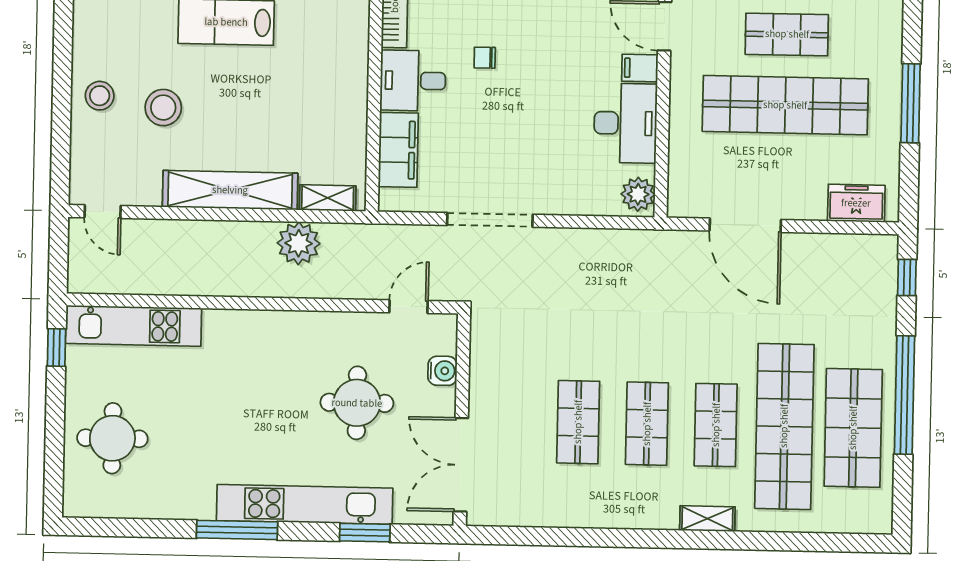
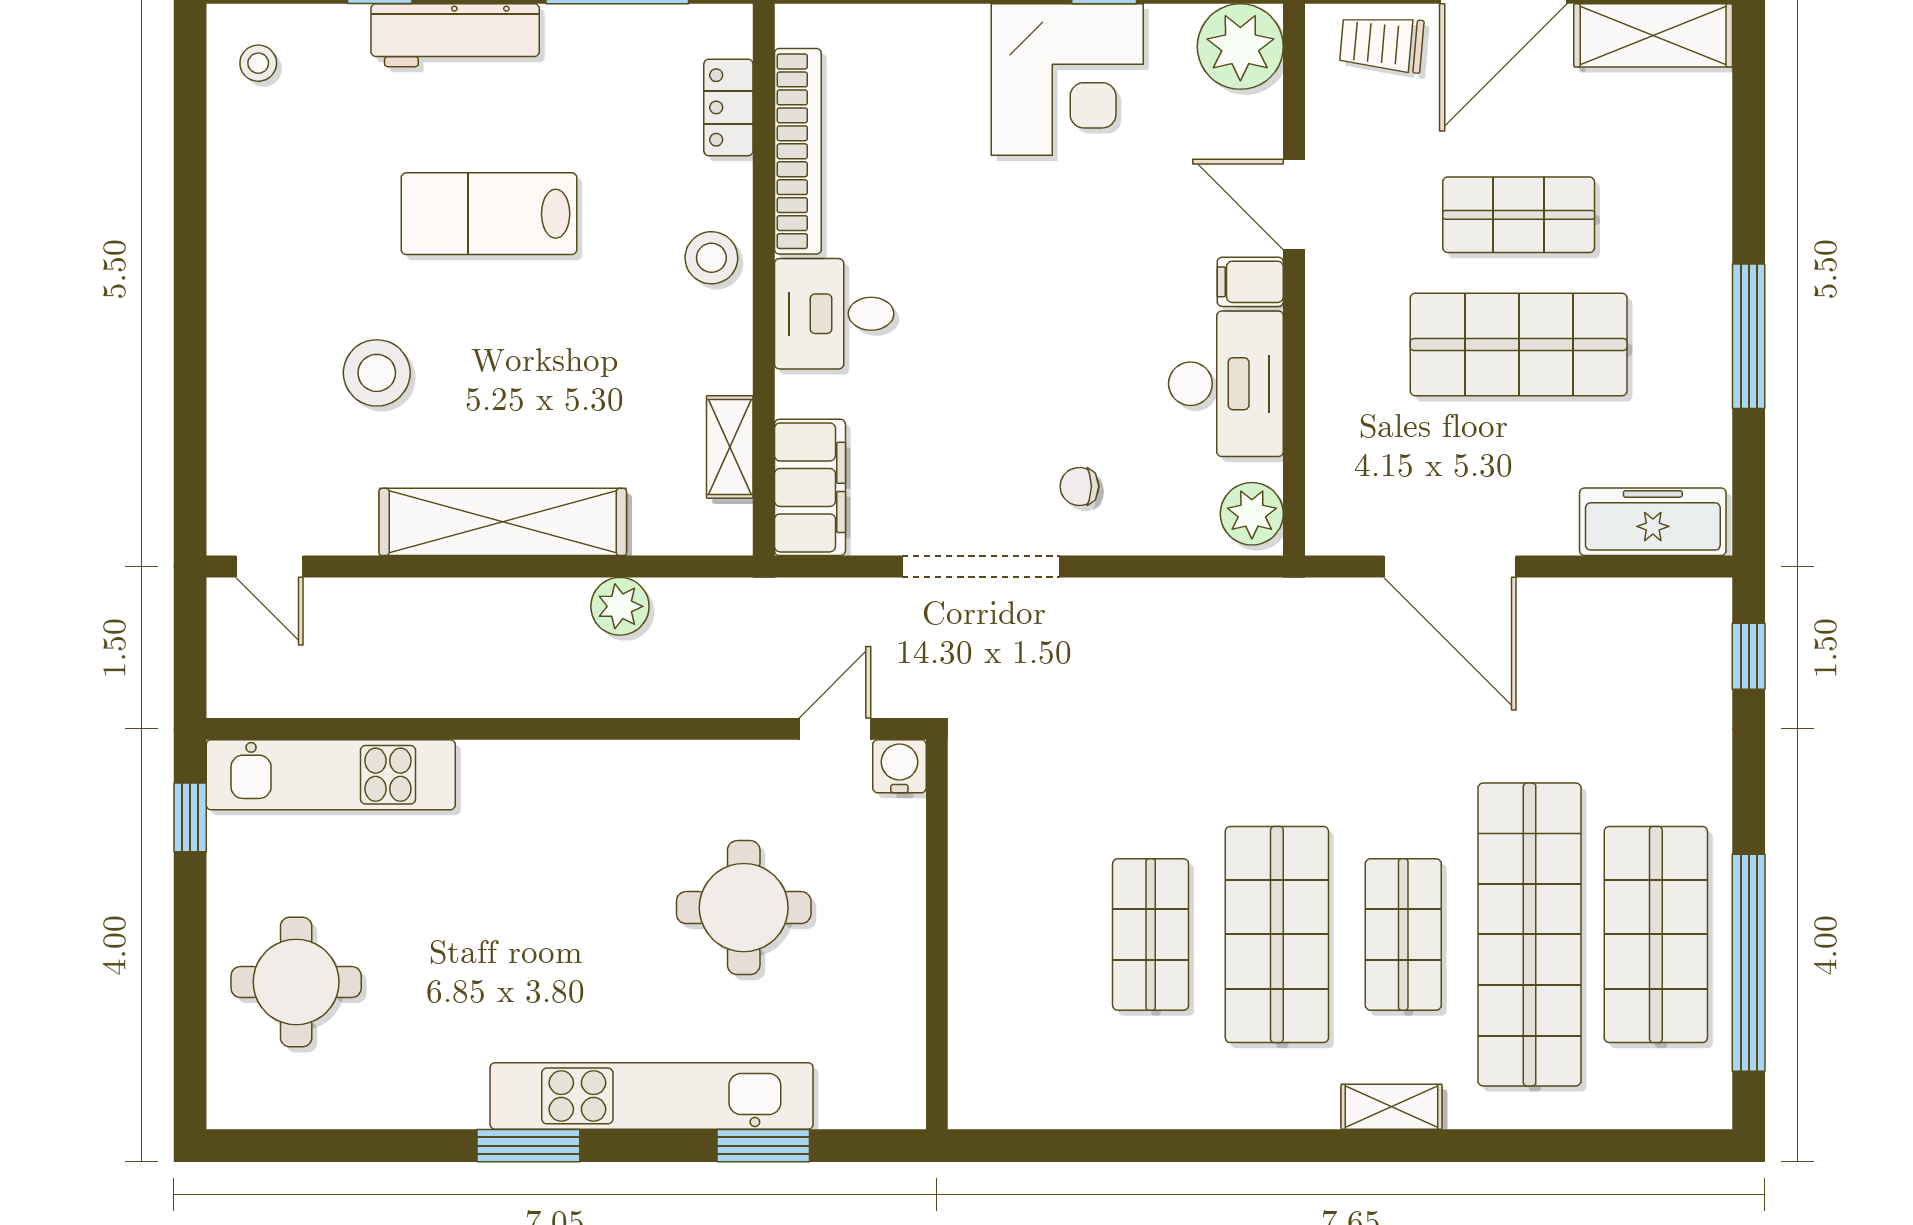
chair: (485, 58) -> (1079, 486), moved
stool: (100, 96) -> (711, 258), moved
shop shelf: (785, 105) -> (1519, 344), width x0.71
filing cabinet: (398, 150) -> (810, 487), moved
shelving: (328, 198) -> (730, 447), moved, turned 90
freezer: (856, 203) -> (1653, 522), width x1.40
plant: (299, 243) -> (620, 606), width x0.73, depth x0.73
water cooler: (442, 371) -> (899, 766), moved, turned -90
window: (904, 395) -> (1749, 963), moved
shop shelf: (647, 424) -> (1277, 934), width x1.43, depth x1.36
double door: (461, 465) -> (937, 1017), removed
window: (237, 530) -> (528, 1146), width x0.69

